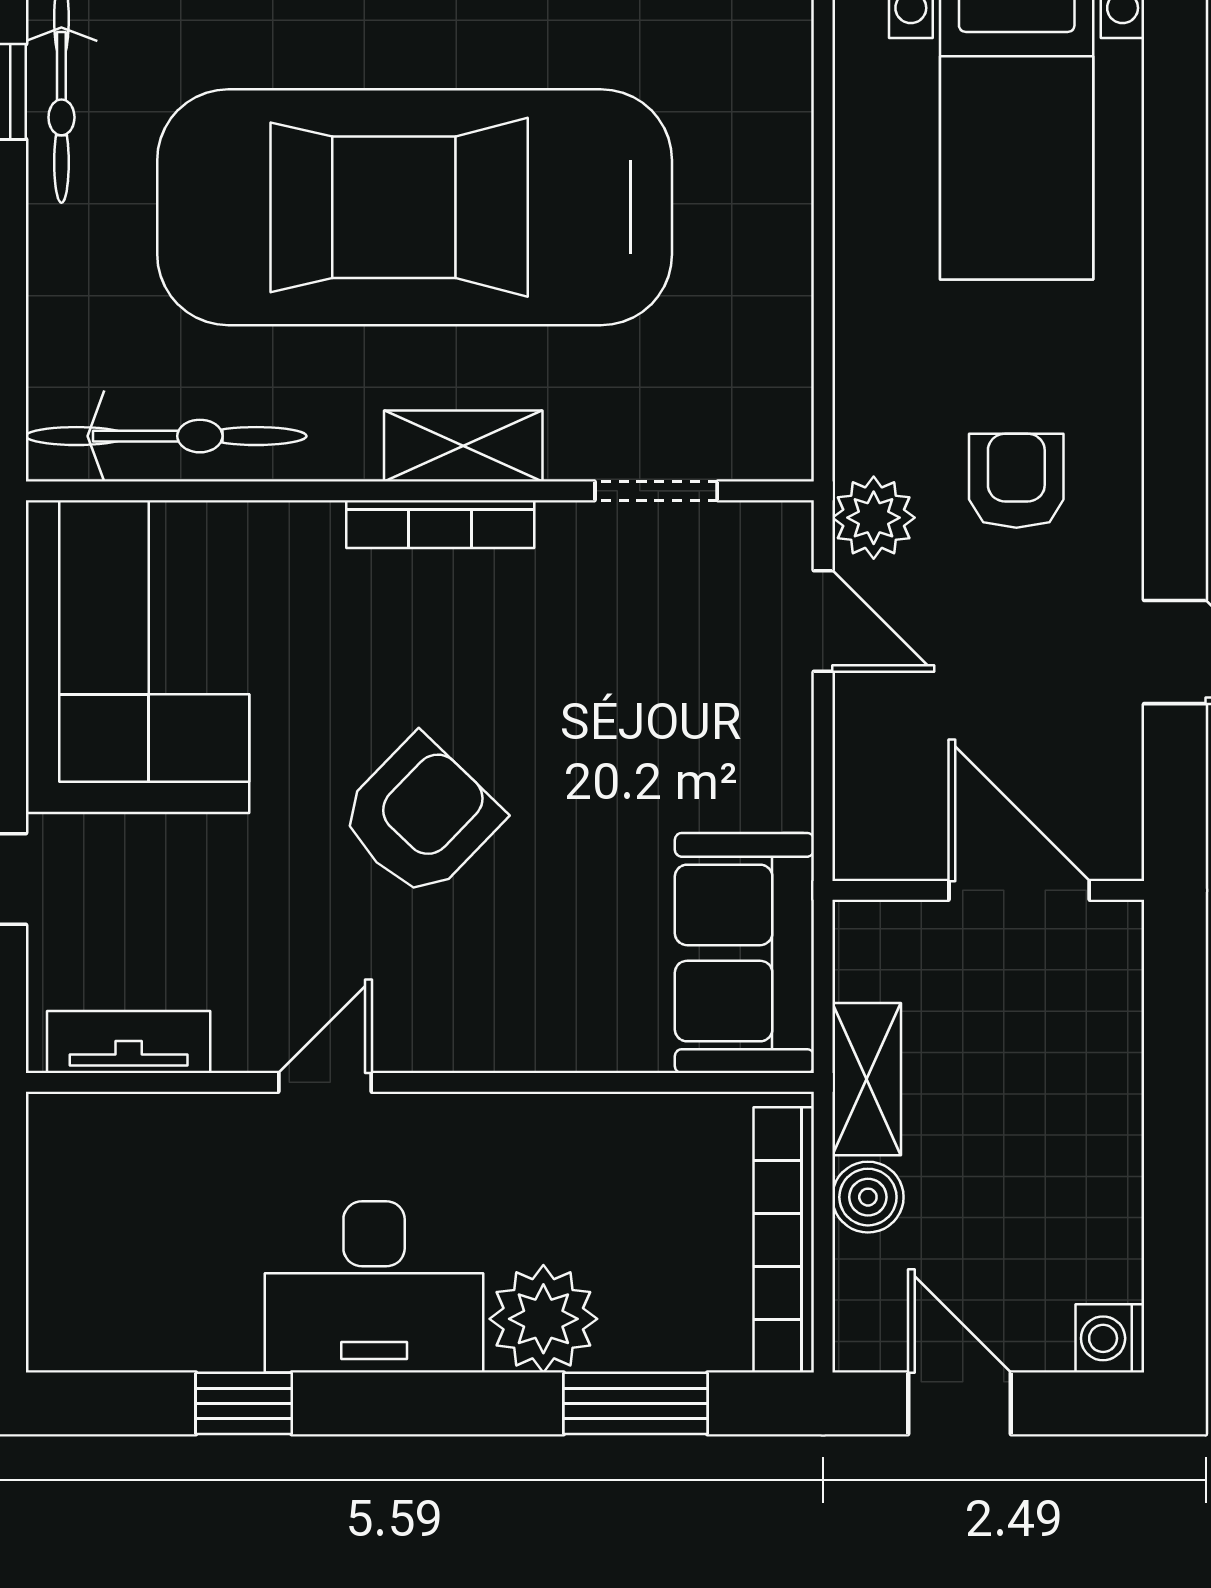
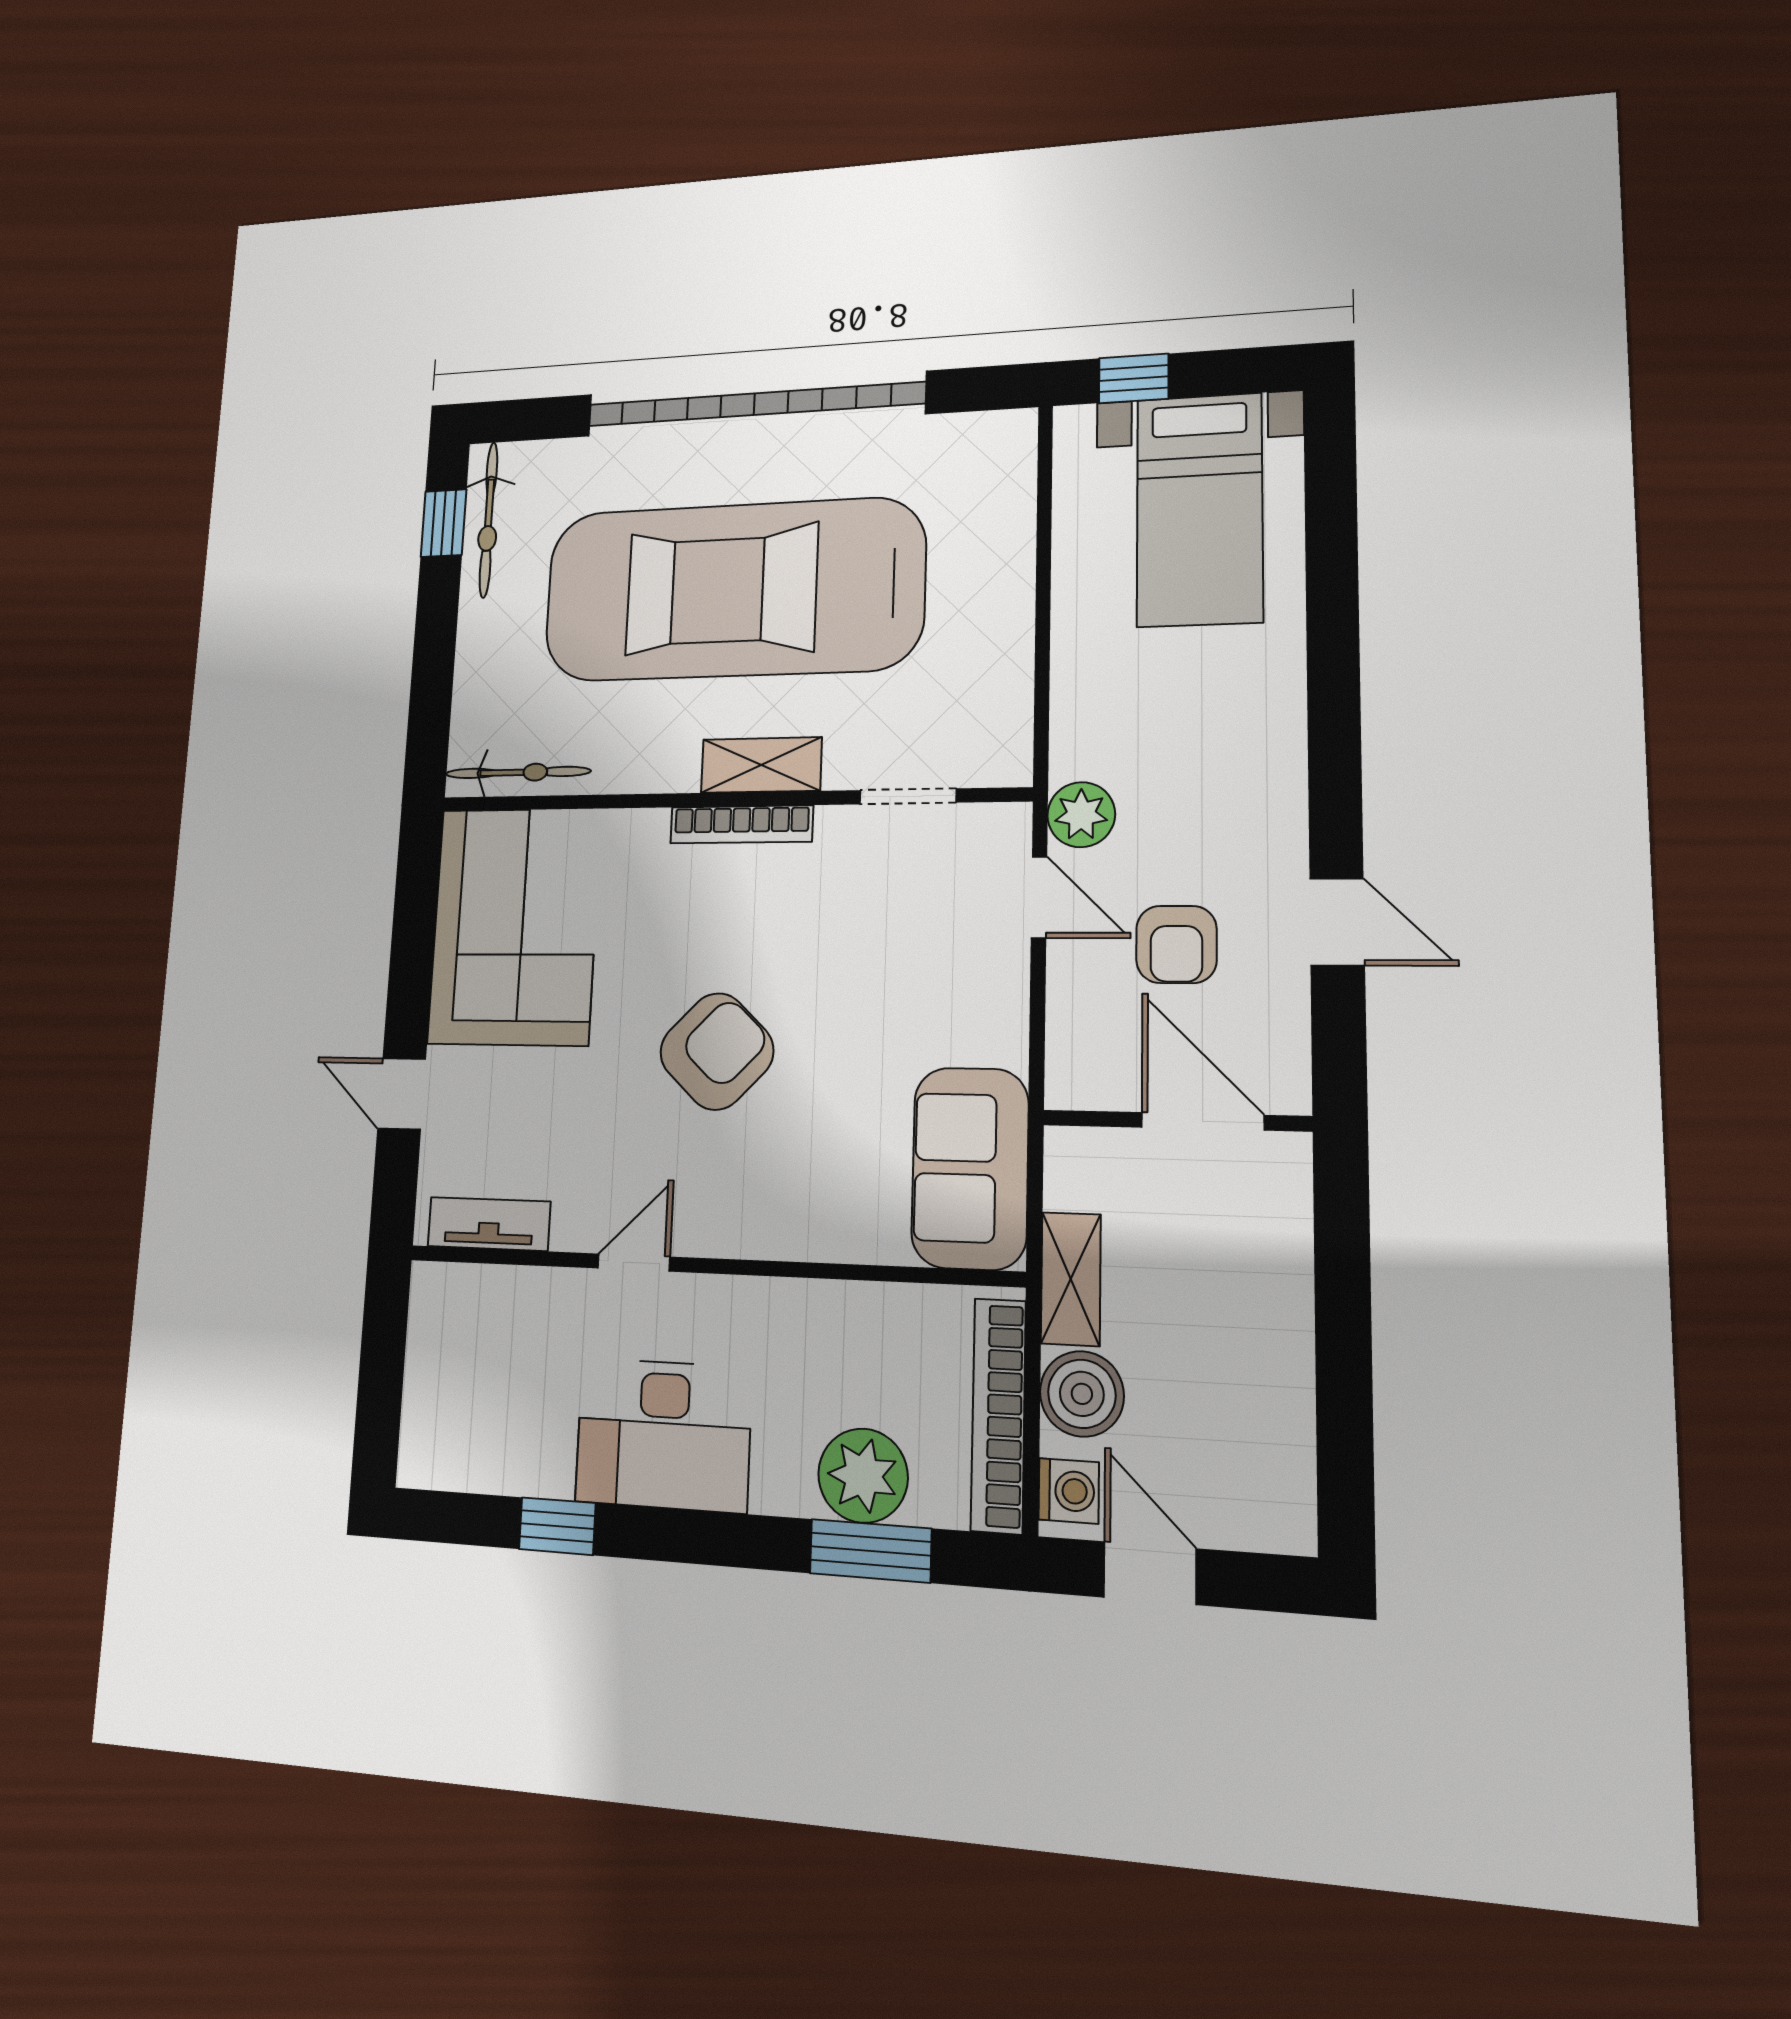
bicycle: (166, 436) -> (518, 772), width x0.73, depth x0.71
armchair: (1016, 481) -> (1176, 944), moved, turned 180
boiler: (868, 1197) -> (1082, 1394), width x1.36, depth x1.36
plant: (543, 1319) -> (863, 1476), moved
washing machine: (1110, 1338) -> (1069, 1491), moved, turned 180

